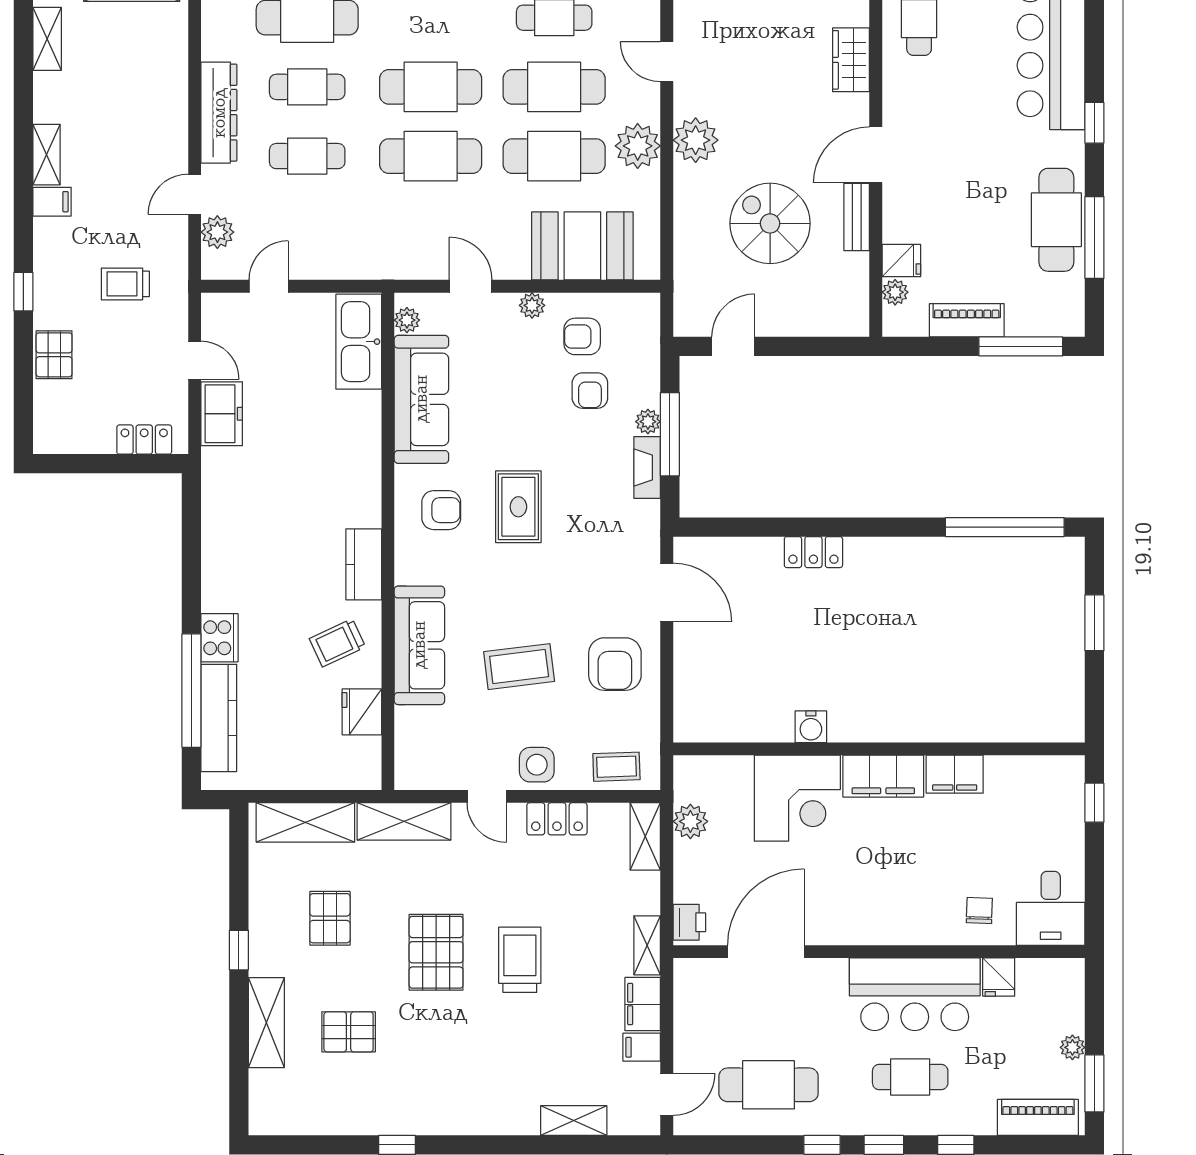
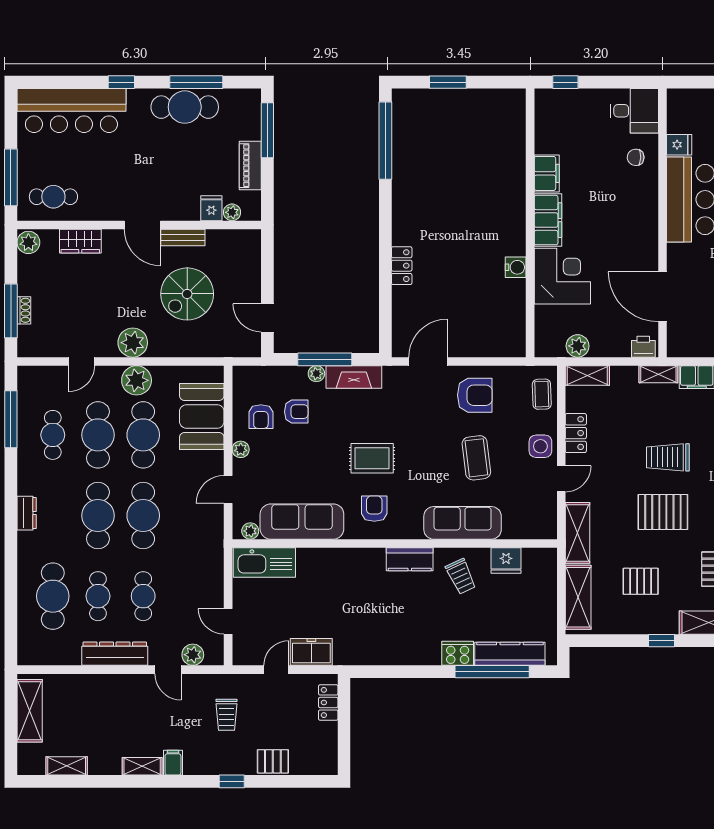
fireplace: (647, 467) -> (354, 377), width x1.37, depth x1.32

